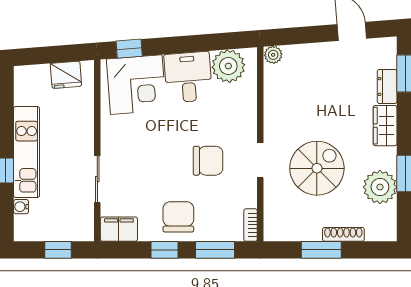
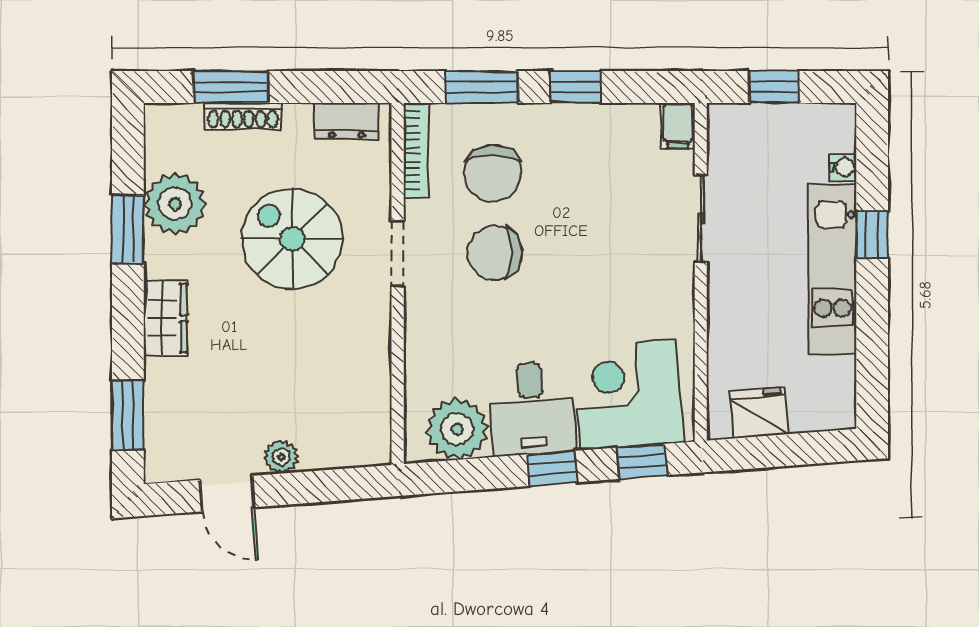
window: (177, 45) -> (552, 468), added
plant: (273, 55) -> (281, 457), moved
dresser: (387, 86) -> (347, 121), moved, turned 90
spiral stairs: (317, 168) -> (292, 239), turned 90
chair: (178, 217) -> (493, 173), moved
bookcase: (251, 225) -> (416, 150), width x1.56
filing cabinet: (119, 229) -> (678, 126), width x0.50
window: (321, 250) -> (231, 87), moved

